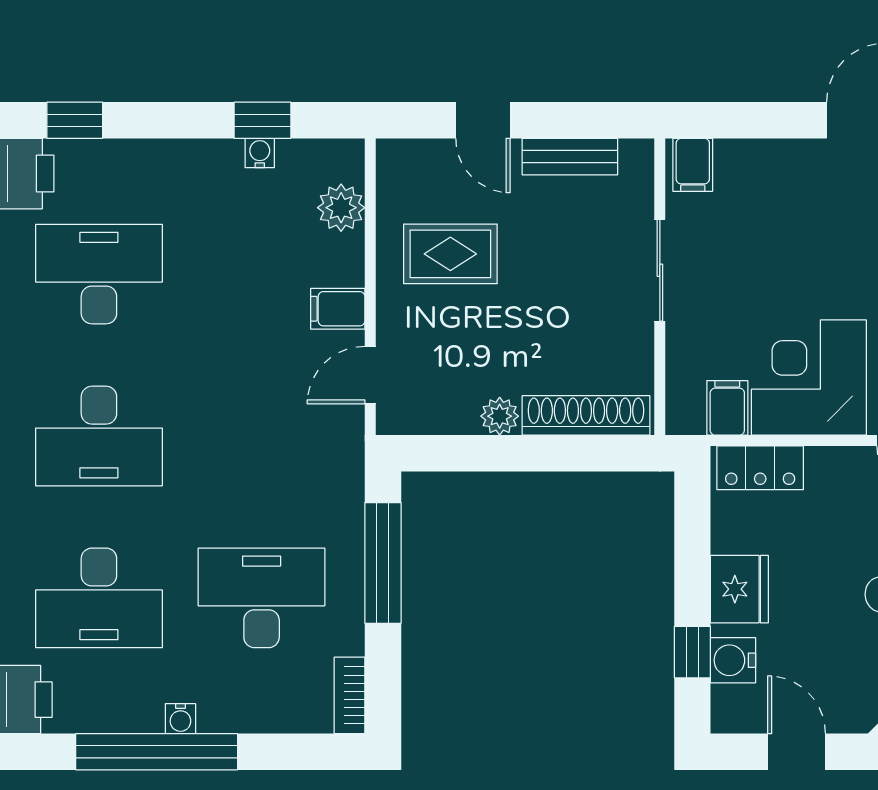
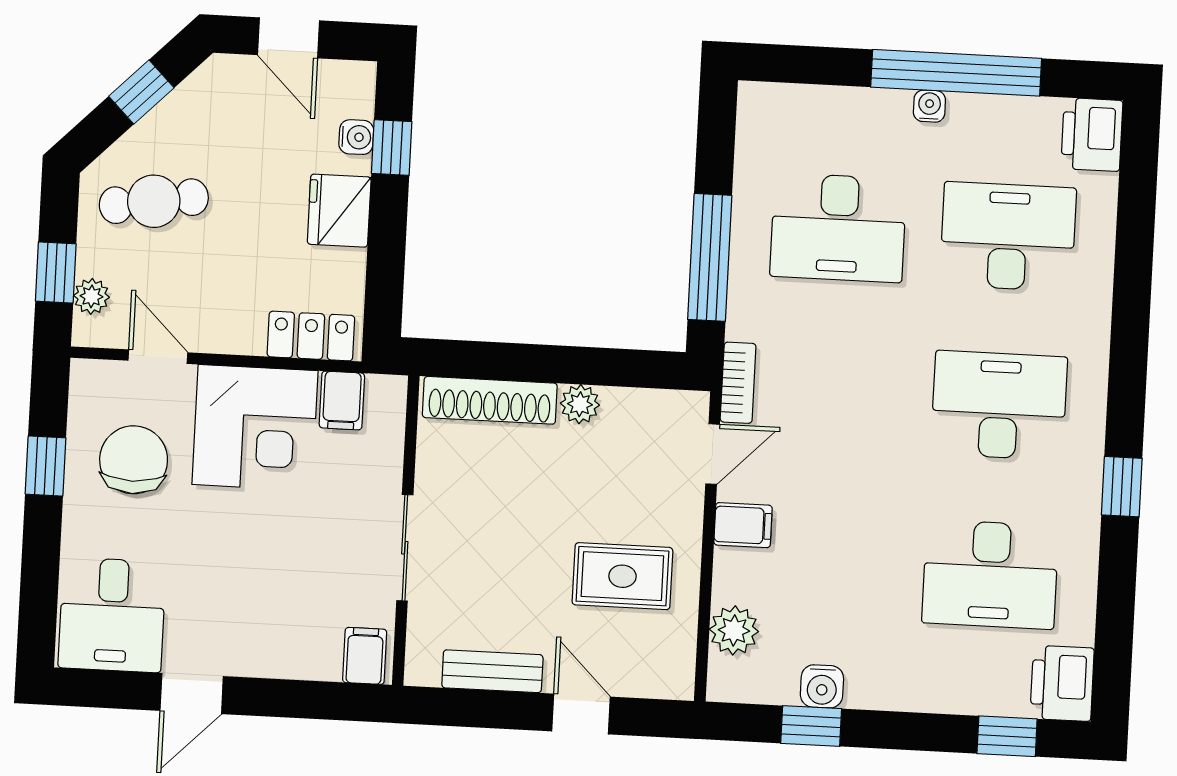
water cooler: (260, 153) -> (822, 686), width x1.38, depth x1.38
water cooler: (733, 660) -> (356, 137), width x0.72, depth x0.72
bookcase: (350, 695) -> (738, 383), moved

